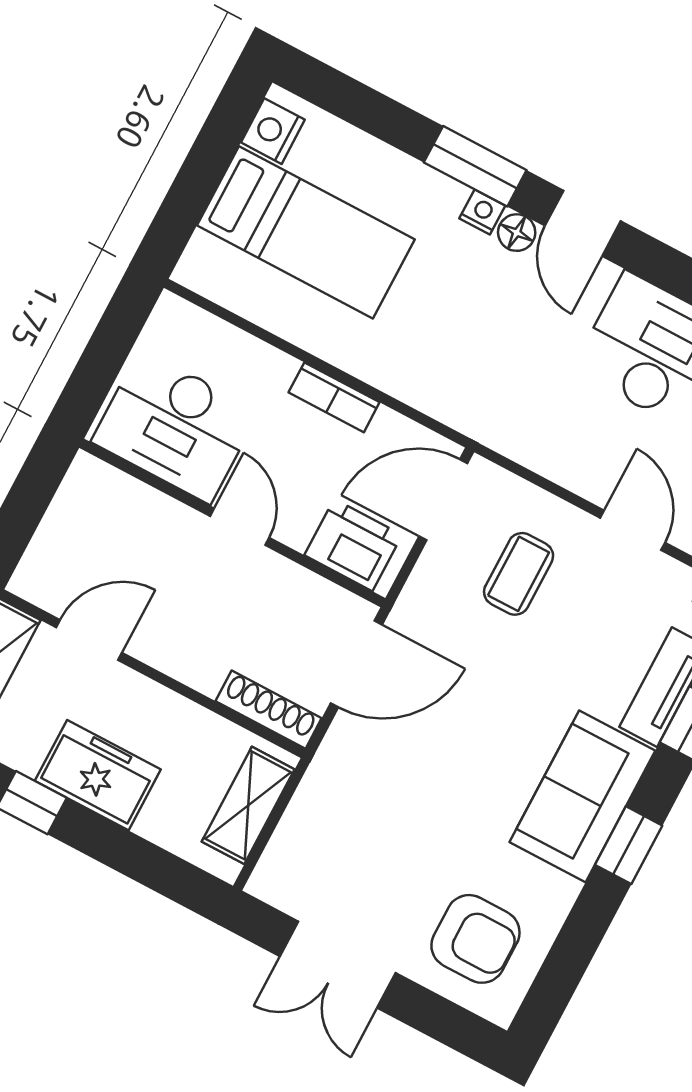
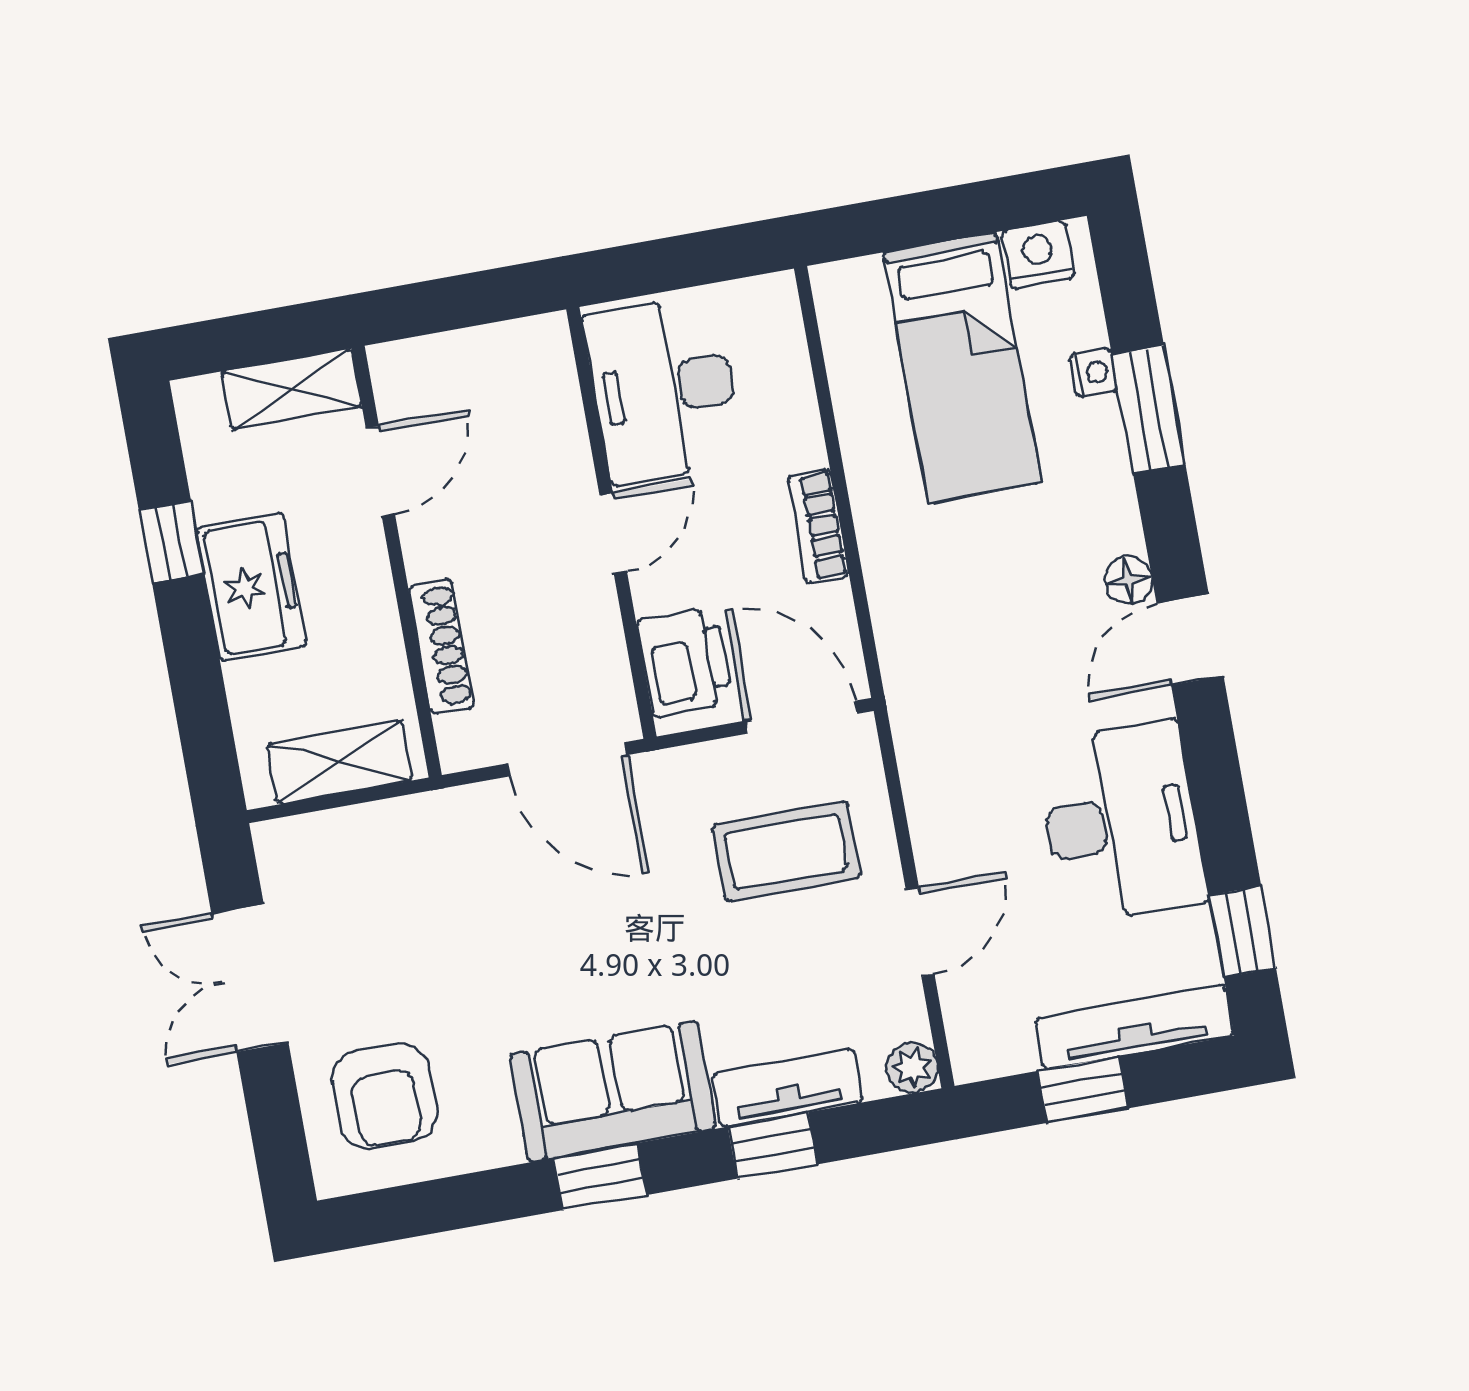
window: (475, 166) -> (1149, 410), moved
nightstand: (482, 212) -> (1094, 373), moved
coffee table: (519, 574) -> (786, 851), width x1.36, depth x1.30
door: (89, 640) -> (380, 471), hinge flipped
shoe rack: (269, 710) -> (441, 646), moved

